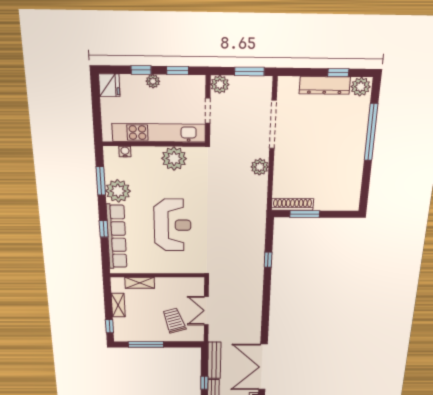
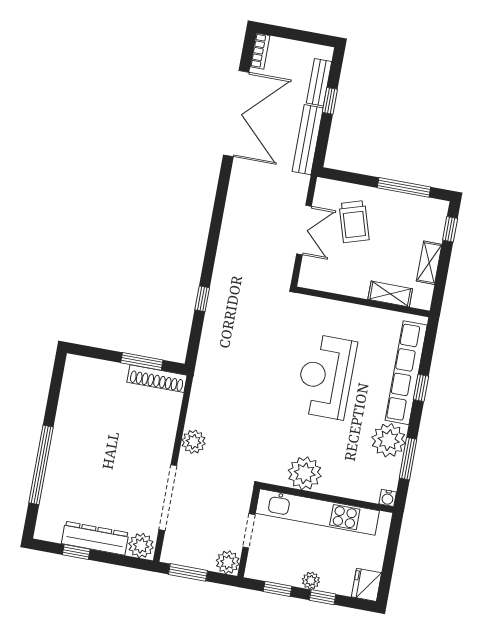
plant: (361, 87) -> (141, 546), moved
water cooler: (125, 152) -> (388, 498), moved

